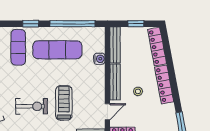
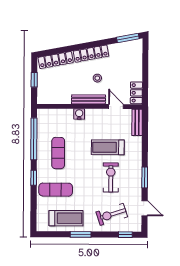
bench: (115, 45) -> (54, 99), removed
exercise mat: (57, 50) -> (58, 153), width x0.73, depth x0.69
water cooler: (99, 59) -> (79, 114), moved

